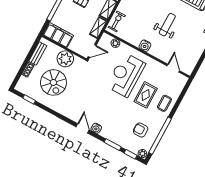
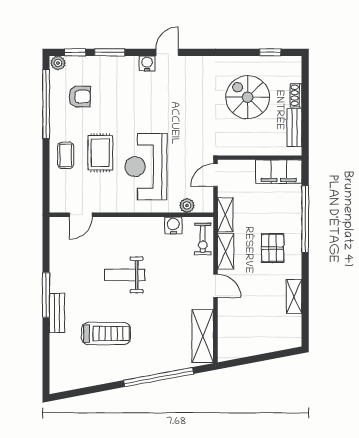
weight bench: (167, 25) -> (125, 275), turned 90
water cooler: (145, 46) -> (173, 225), moved
plant: (65, 59) -> (249, 142), removed
door: (173, 68) -> (81, 215), hinge flipped
reception desk: (126, 75) -> (146, 167), turned 180
door: (83, 128) -> (167, 52), swing flipped

